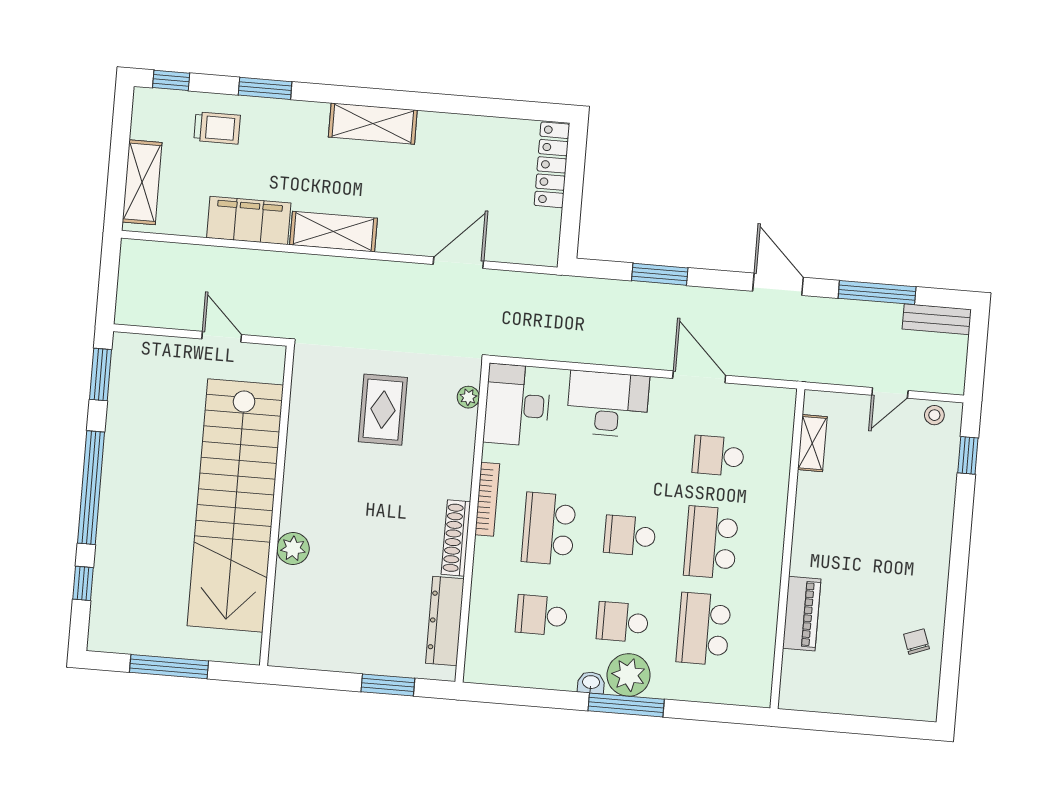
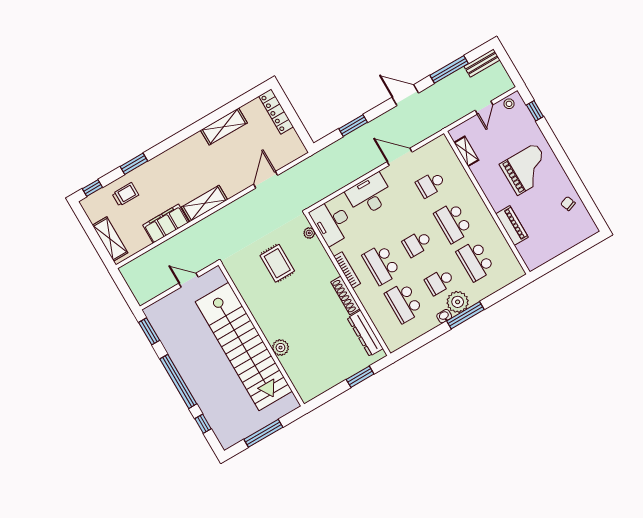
shelving: (373, 124) -> (224, 127), moved
grand piano: (889, 540) -> (527, 169), added
school desk: (541, 615) -> (404, 303), width x1.85

